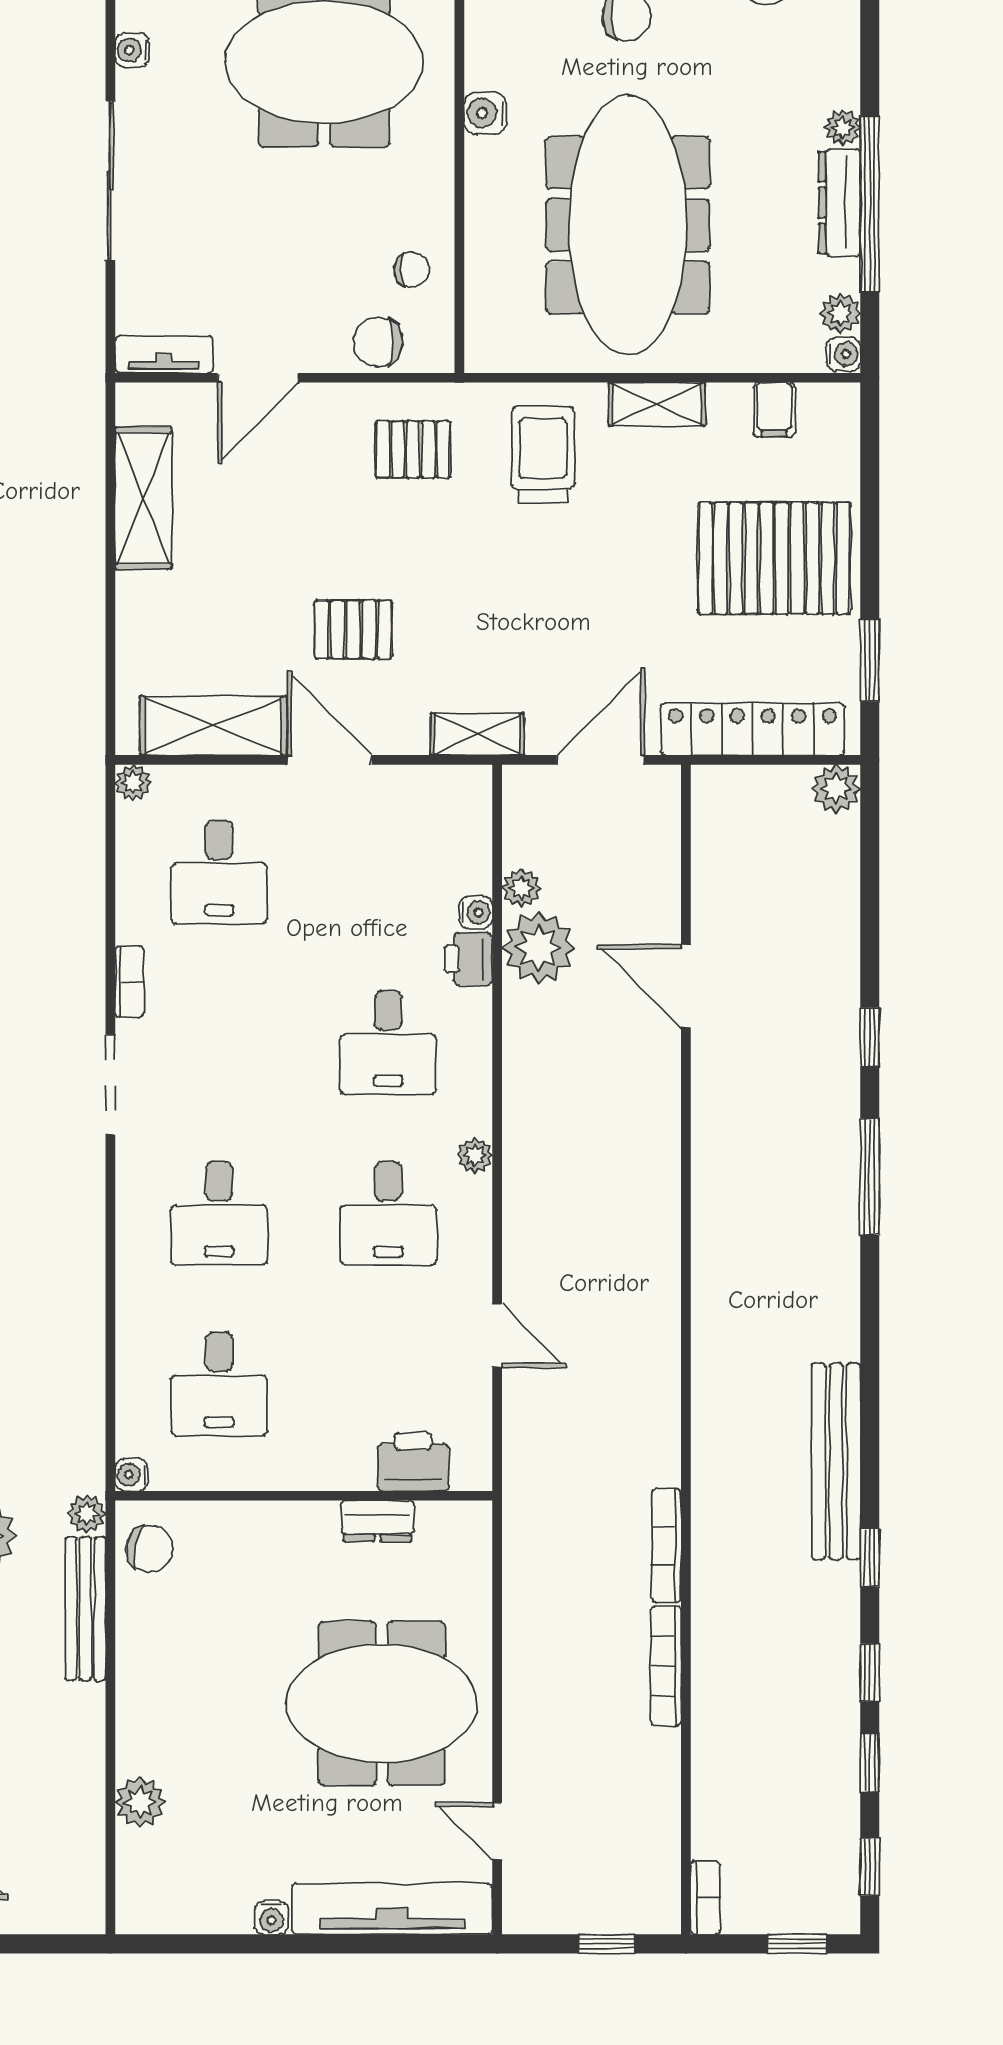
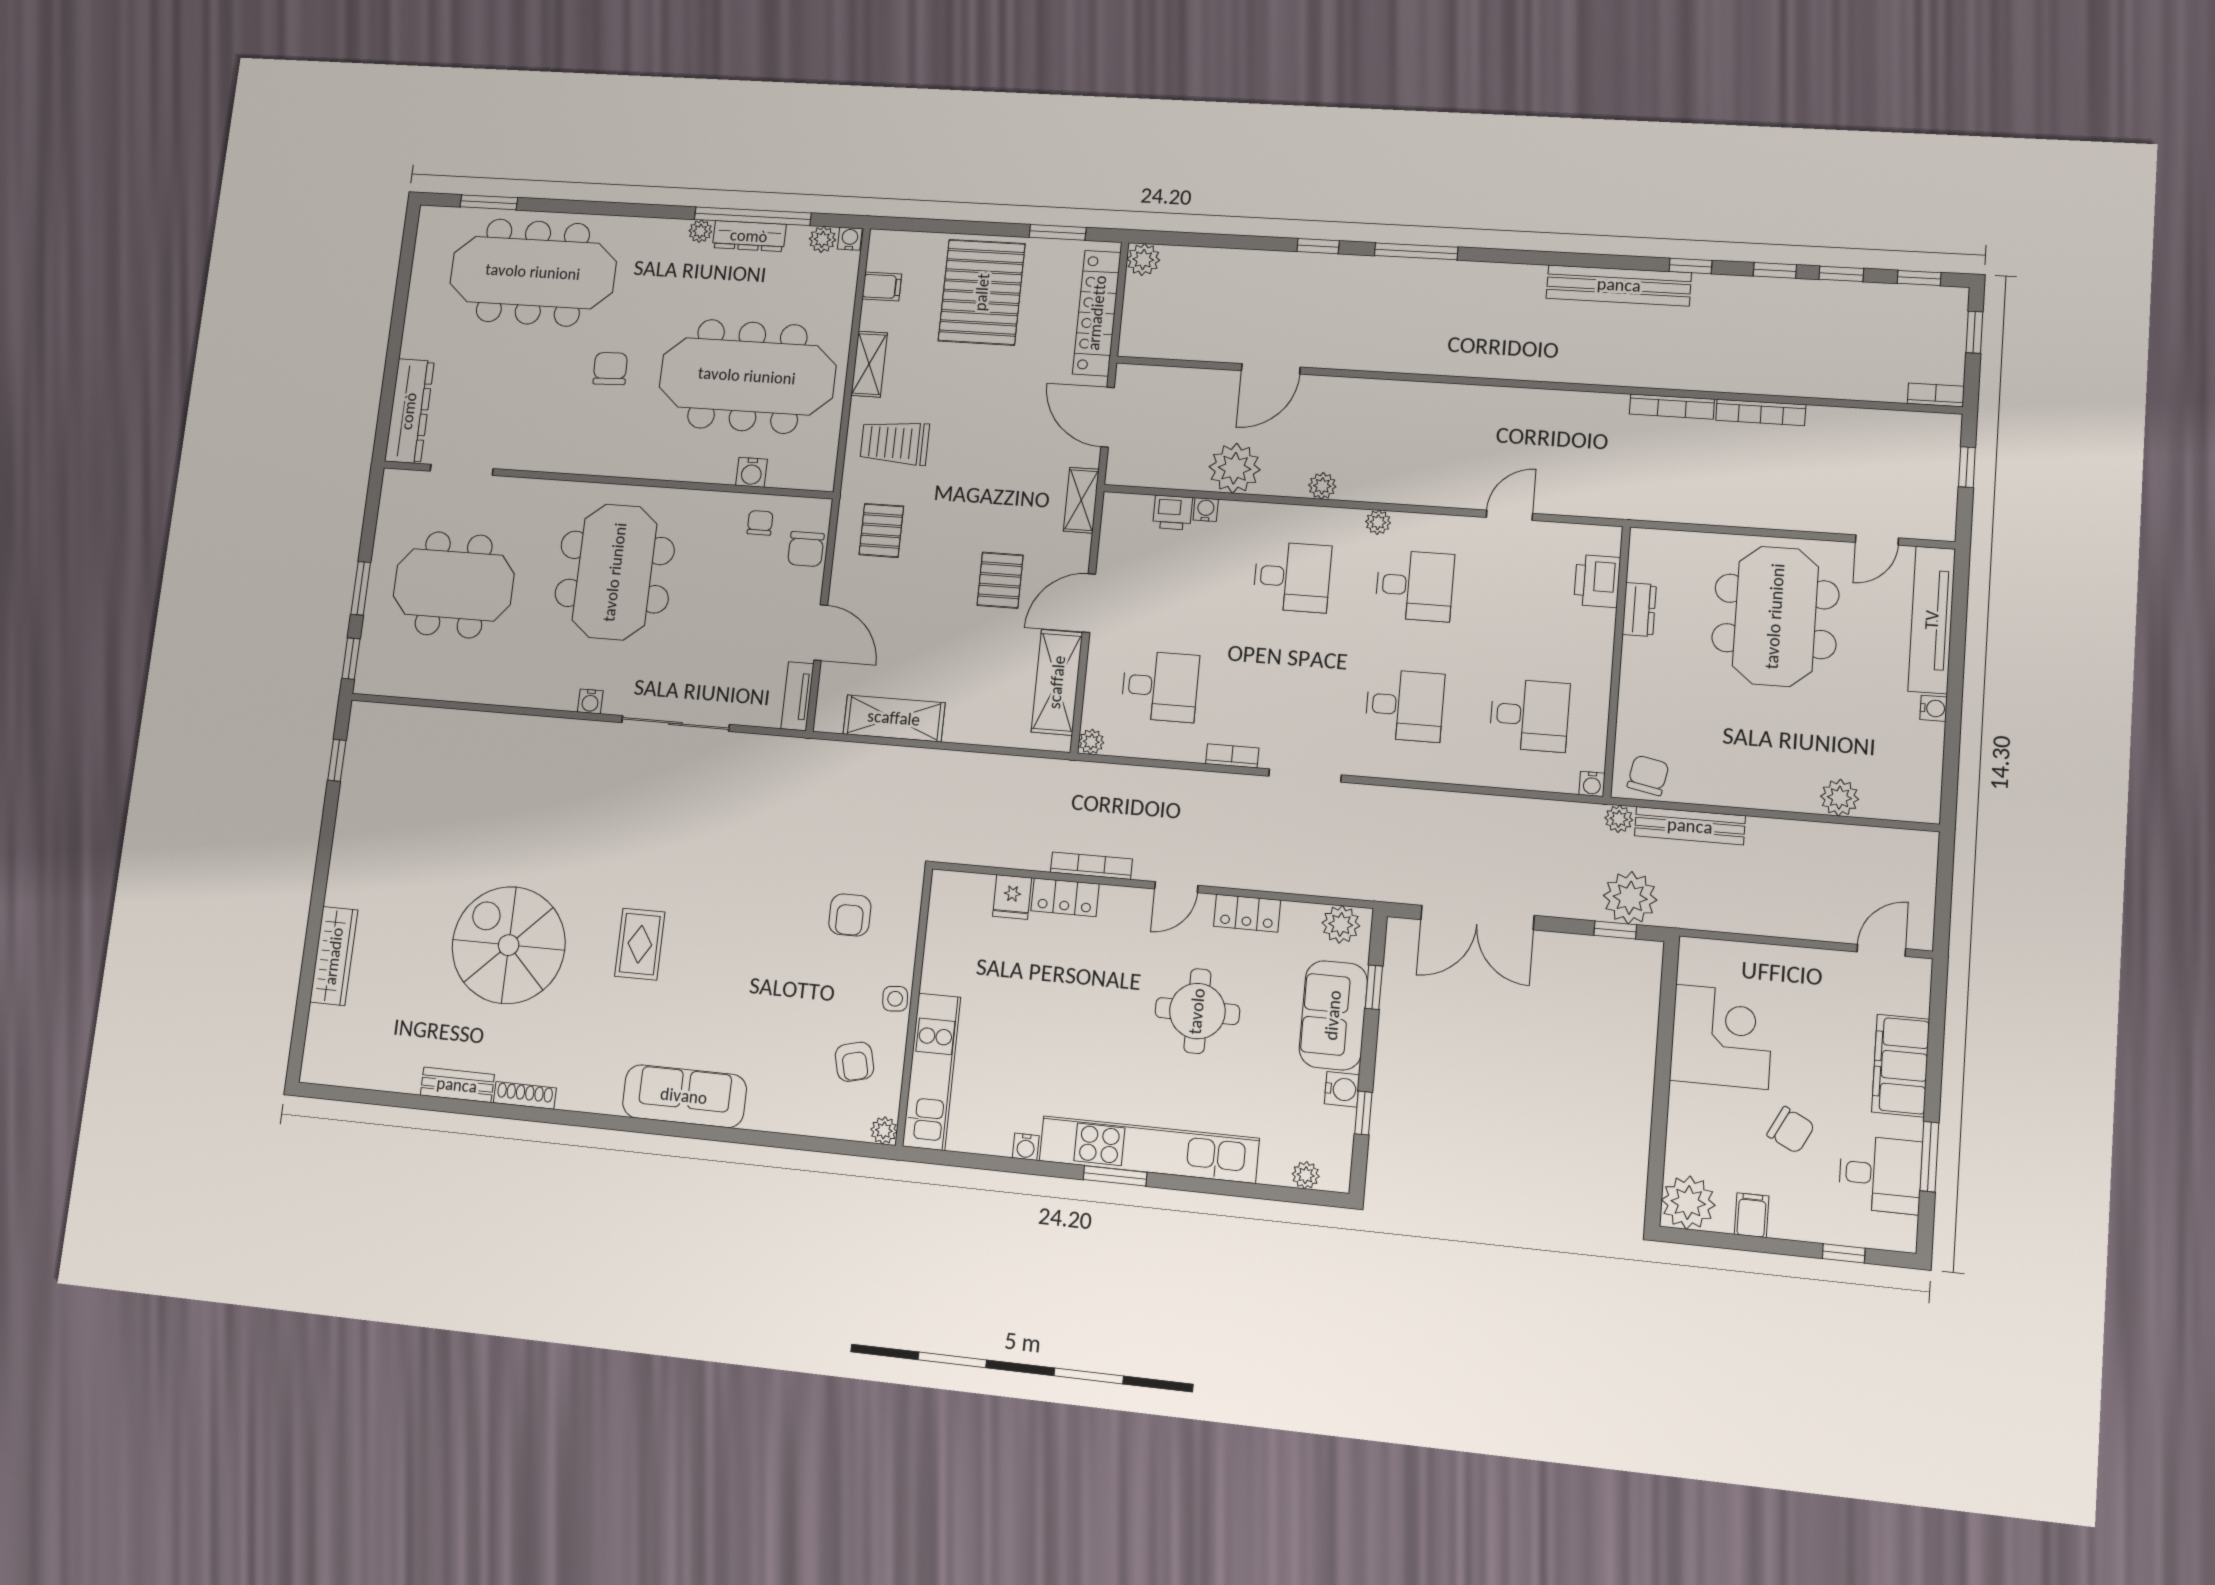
water cooler: (485, 113) -> (752, 472), moved
plant: (521, 888) -> (1322, 486), moved
printer: (468, 959) -> (1173, 512), moved

